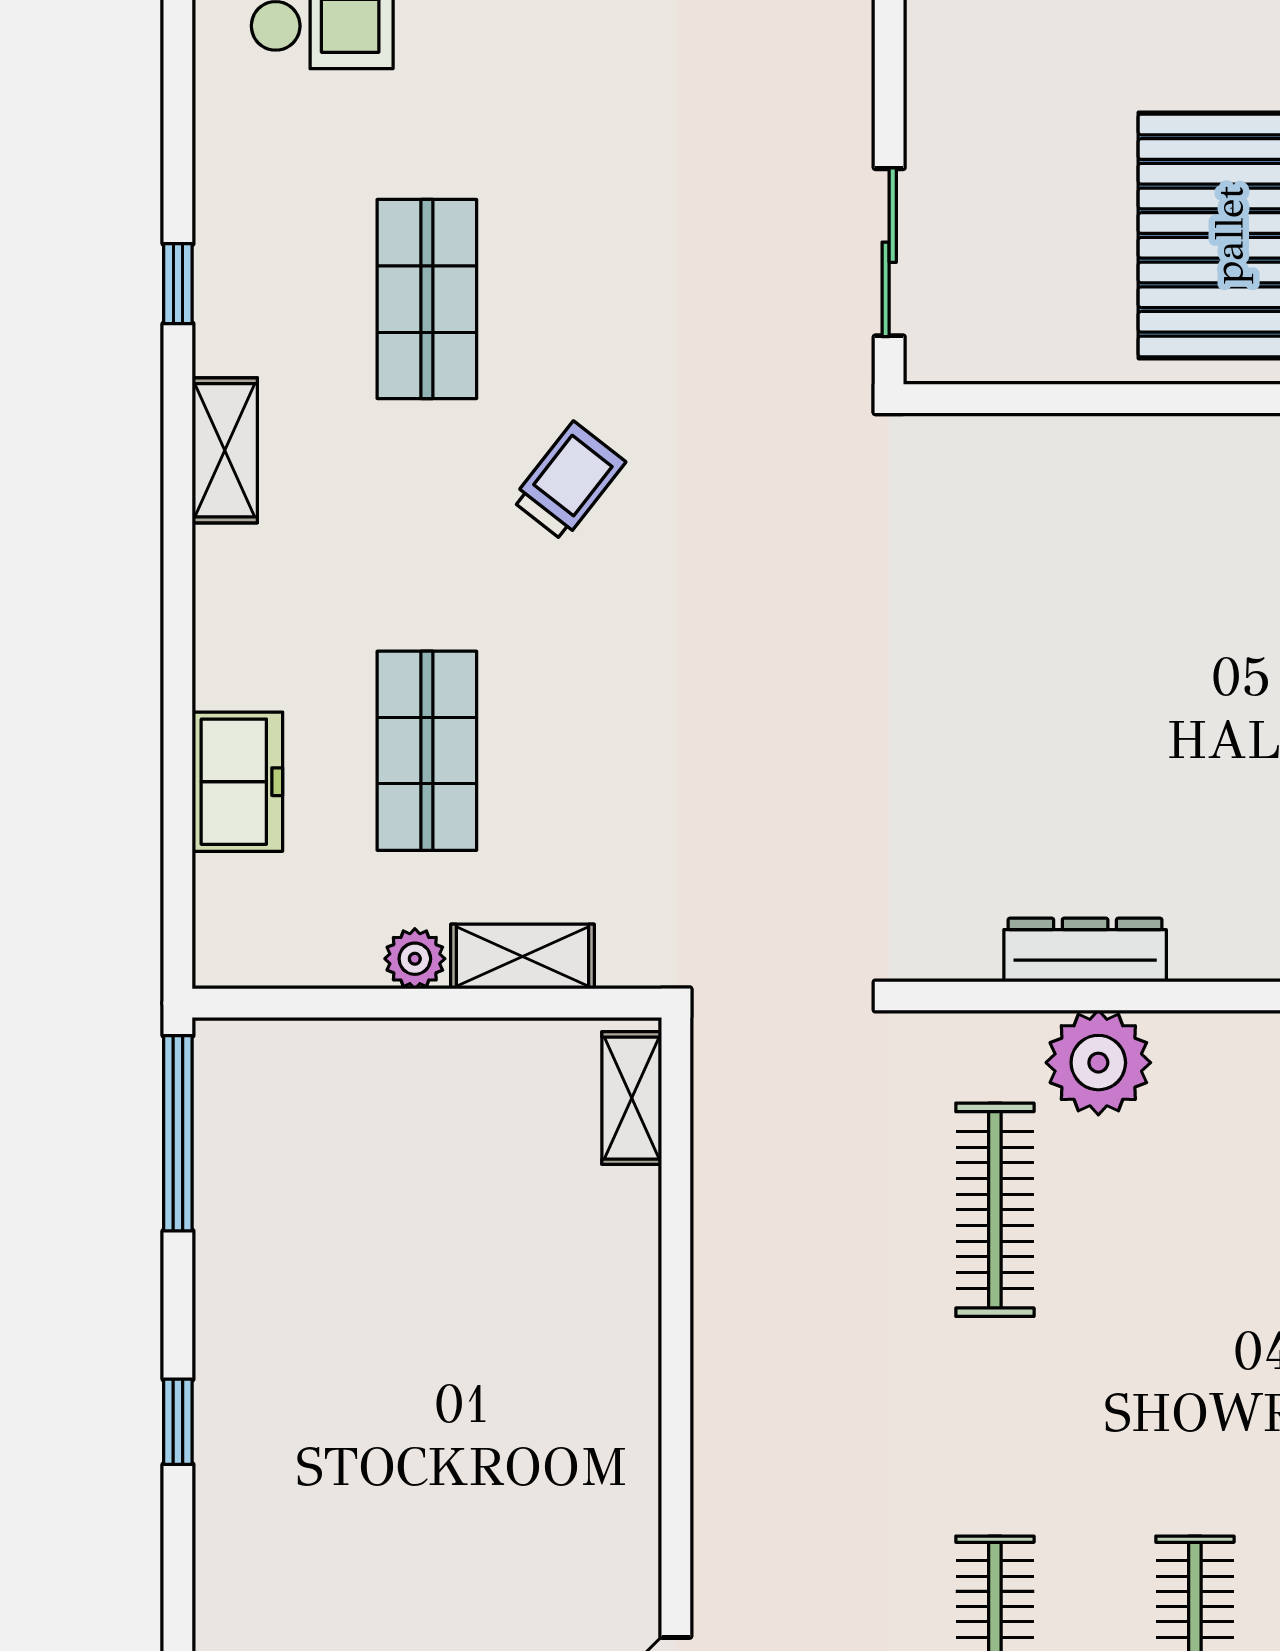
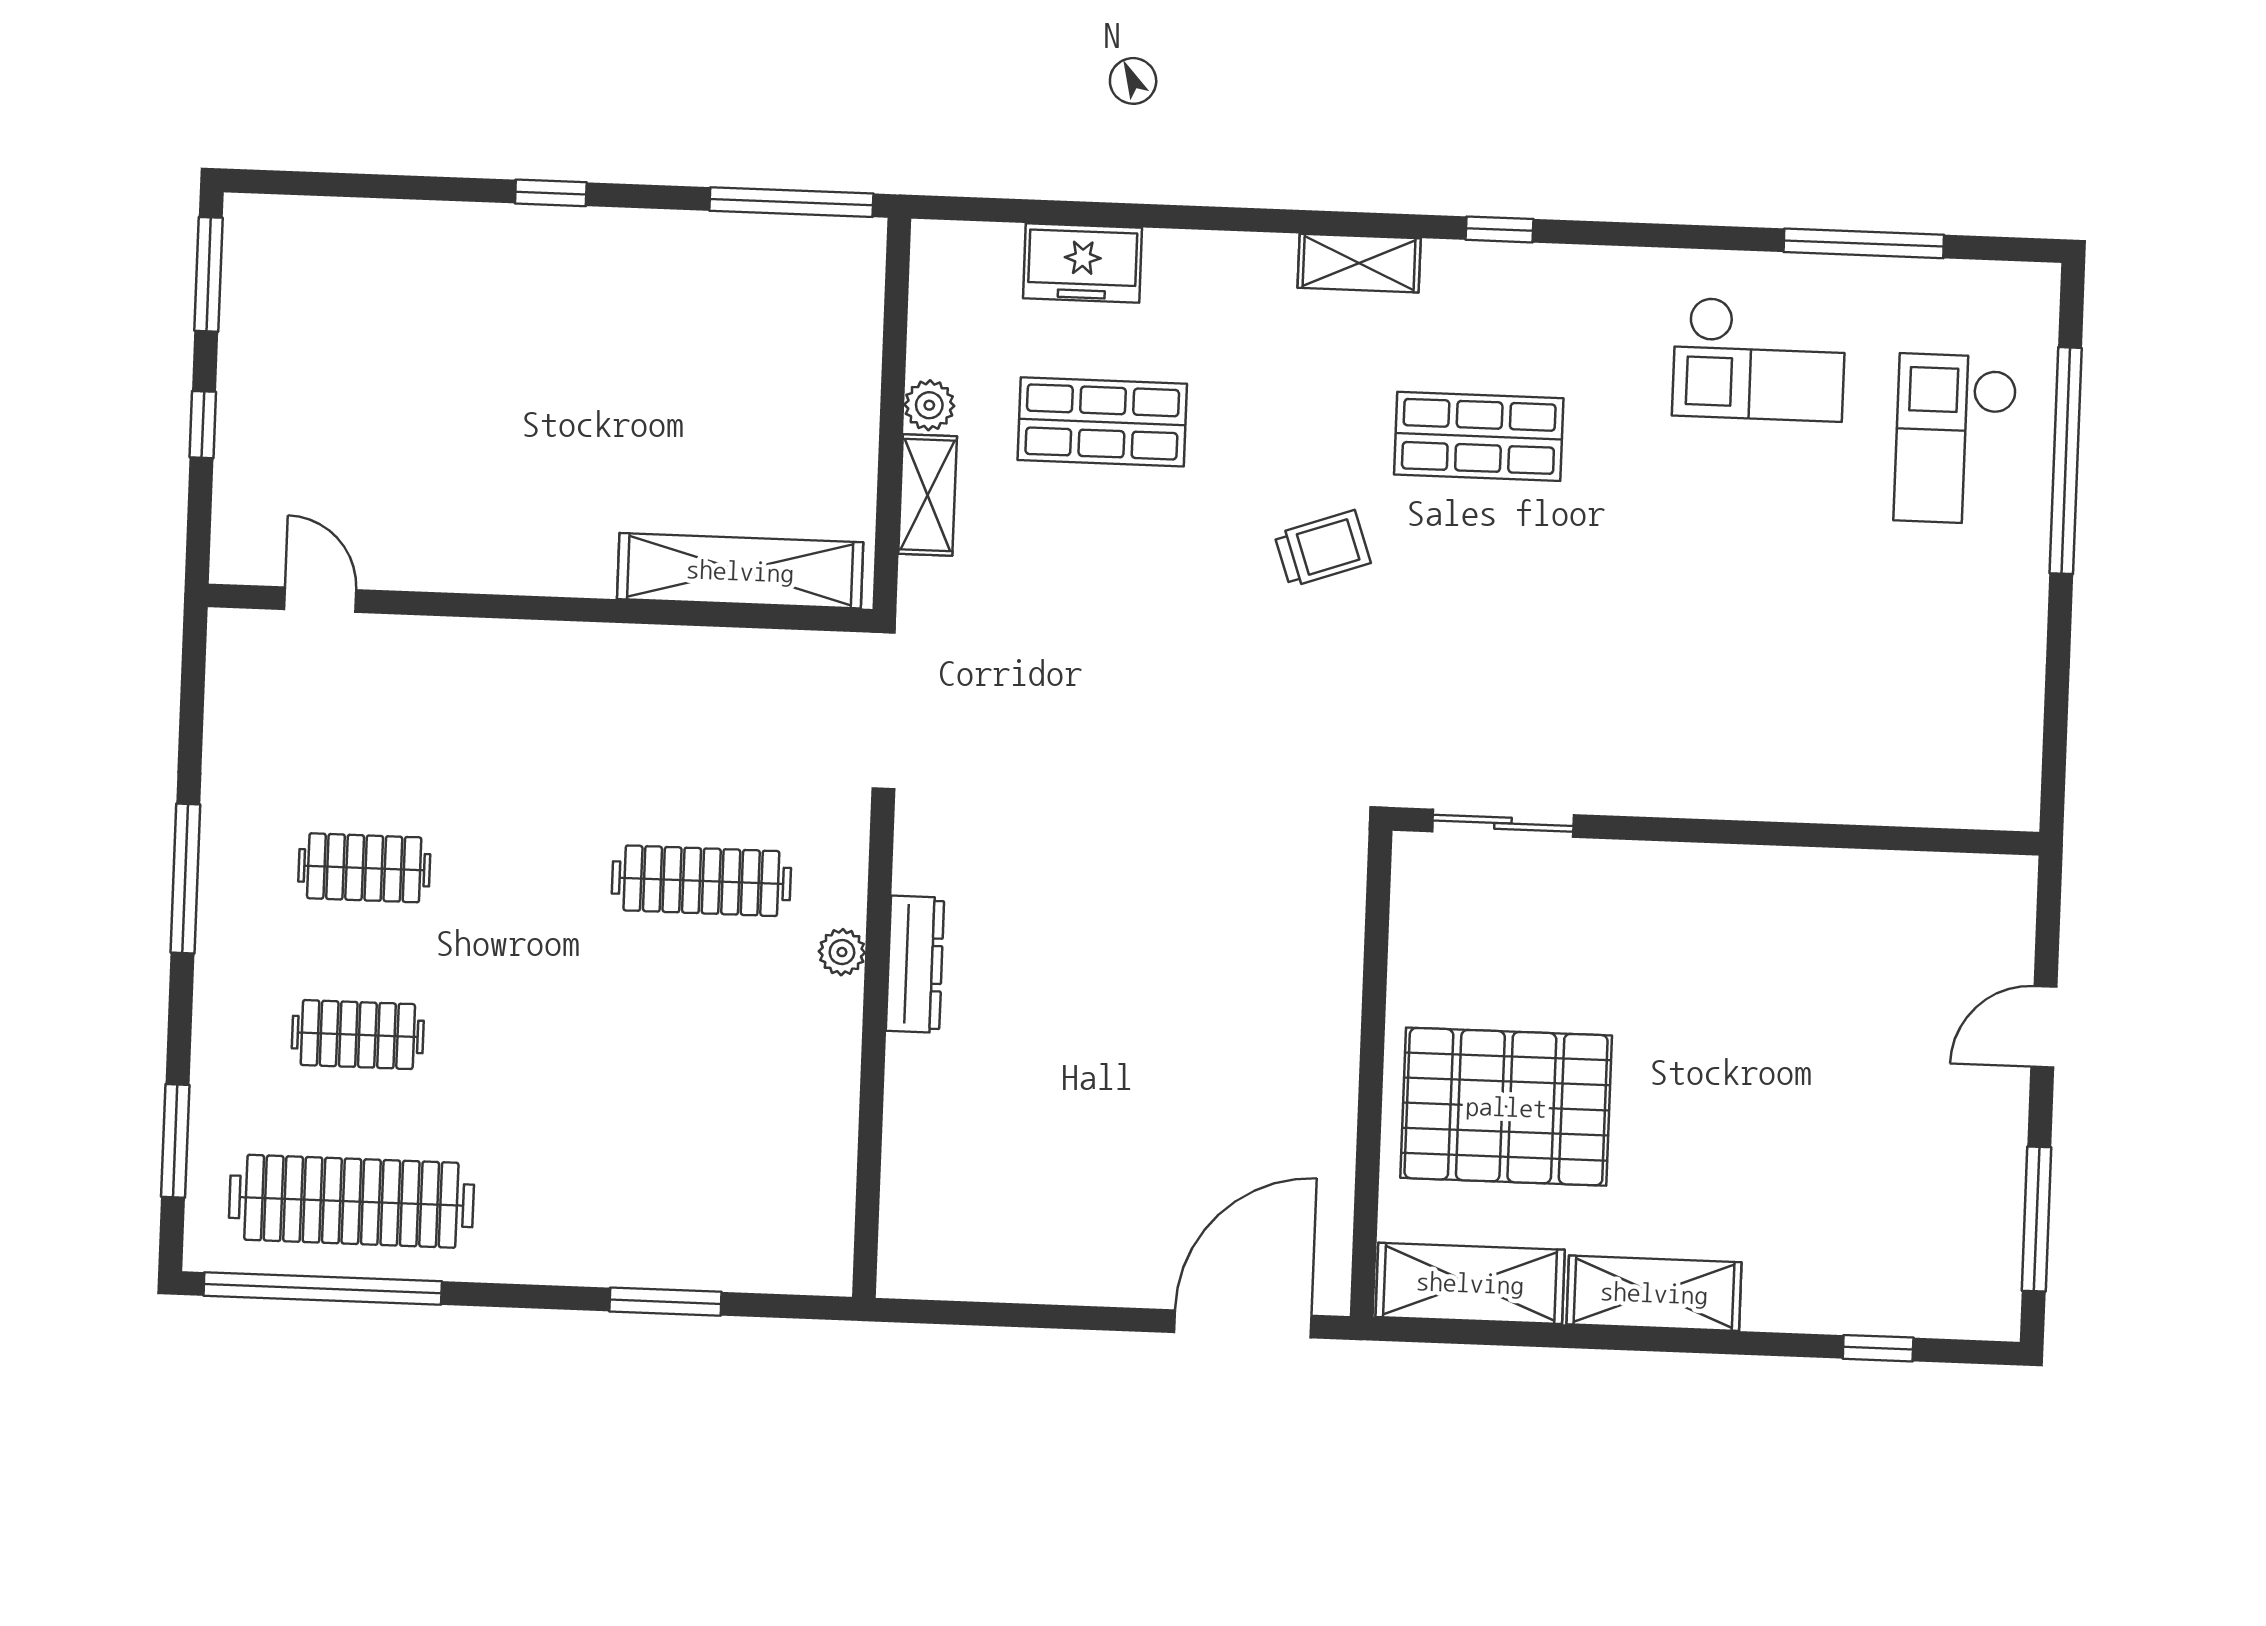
trolley: (569, 481) -> (1322, 549), turned -57
plant: (1098, 1063) -> (842, 952), width x0.53, depth x0.53
shelving: (632, 1098) -> (740, 571), width x2.20, depth x1.33

